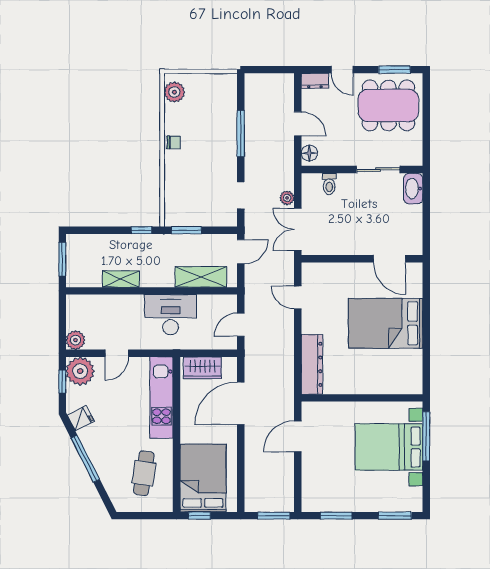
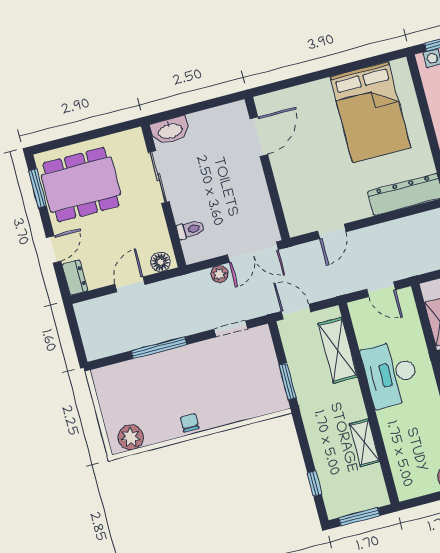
dining table: (388, 105) -> (81, 185), turned 90
window: (141, 230) -> (314, 484), moved
bed: (386, 323) -> (370, 112), moved

